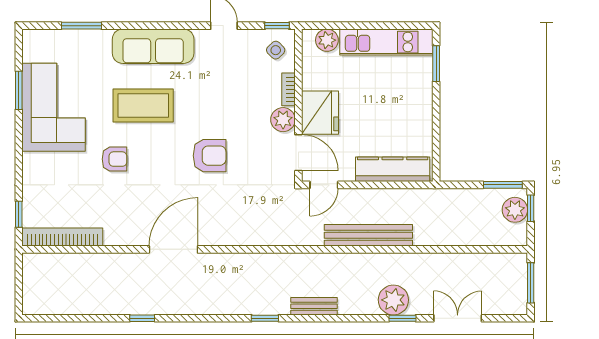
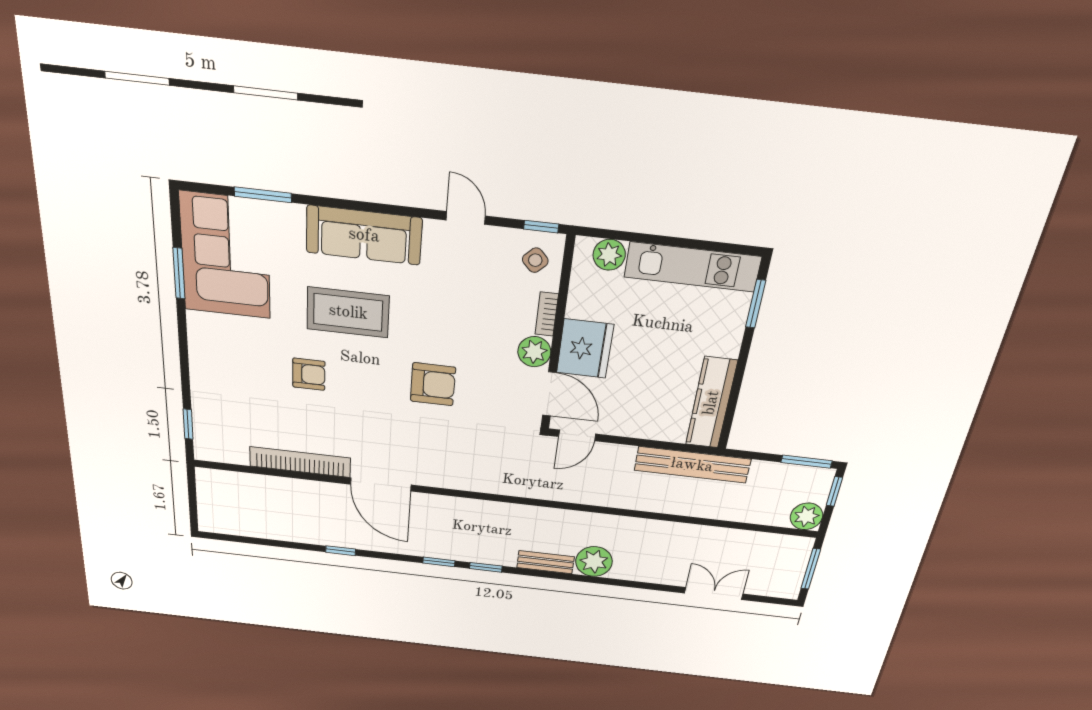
corner sofa: (53, 107) -> (225, 256), moved
kitchen counter: (393, 169) -> (711, 403), moved, turned -90
plant: (515, 210) -> (806, 516), moved
bench: (368, 235) -> (692, 465), moved
bookcase: (62, 237) -> (300, 462), moved
door: (173, 249) -> (381, 485), swing flipped
plant: (393, 300) -> (594, 562), moved
window: (402, 318) -> (439, 562), moved

